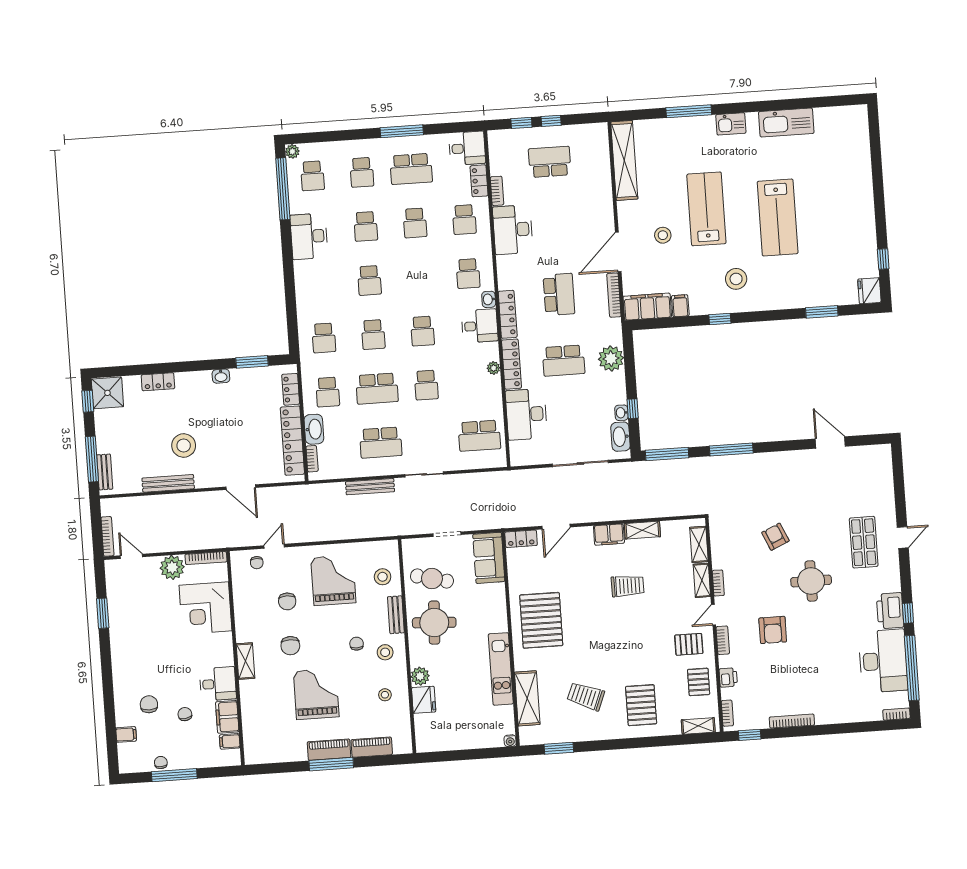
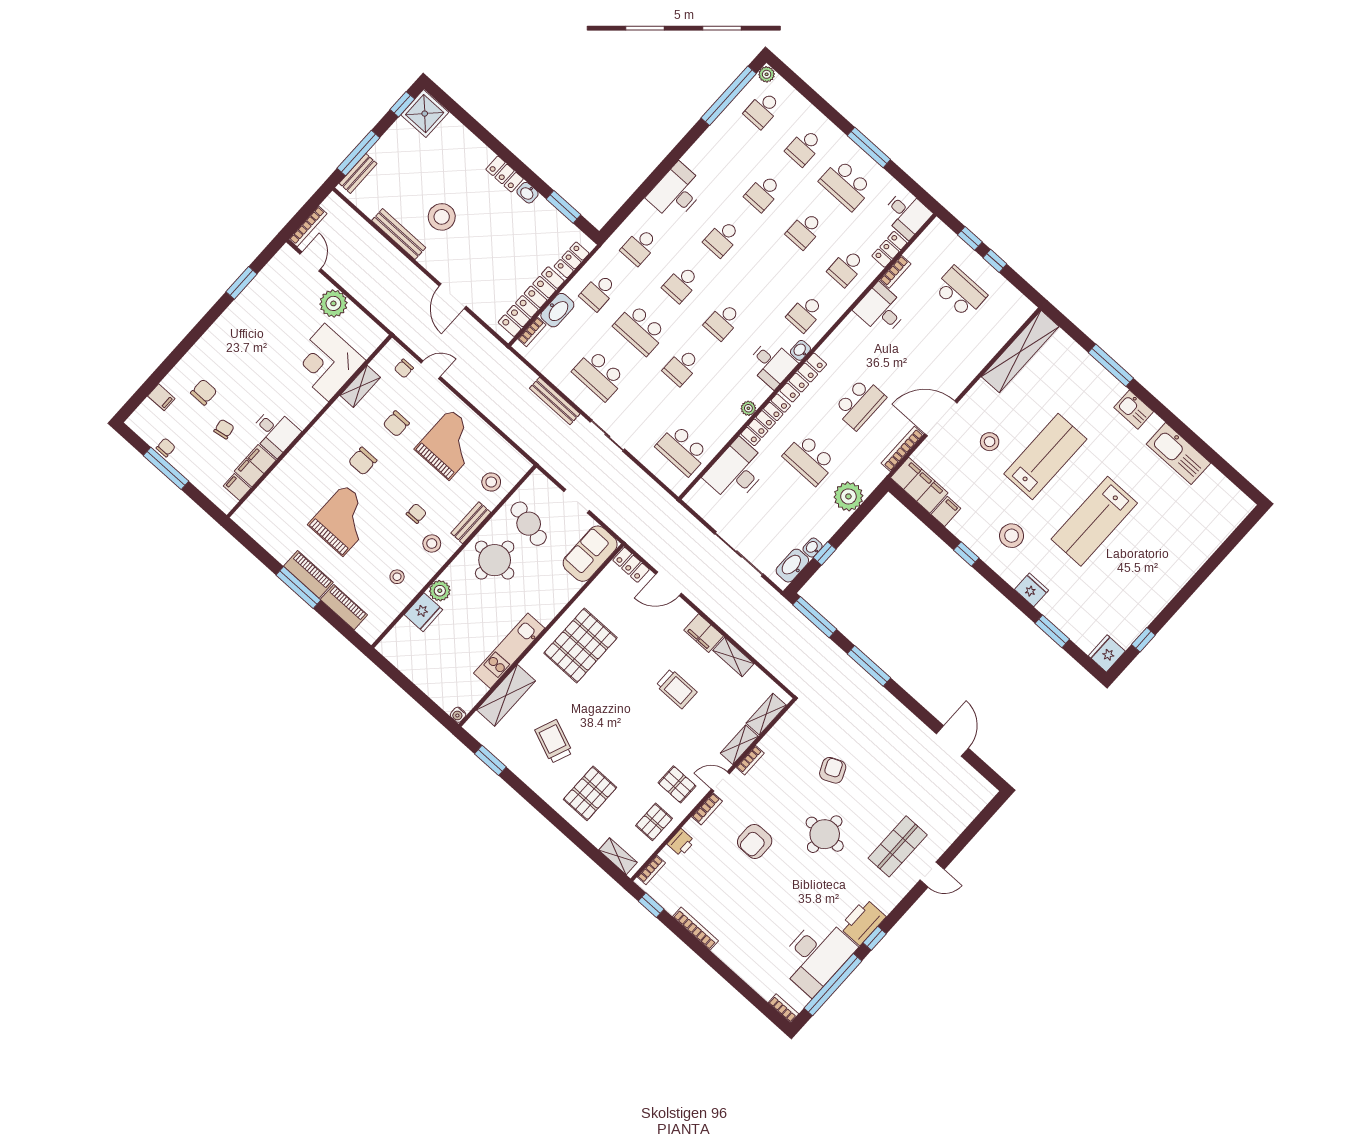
desk: (513, 230) -> (881, 310), width x0.73
desk: (309, 236) -> (676, 192), moved
fridge: (783, 299) -> (1032, 590), added
locker: (158, 382) -> (505, 174), moved
bookcase: (206, 558) -> (368, 324), removed
shelving: (245, 661) -> (360, 386), moved

